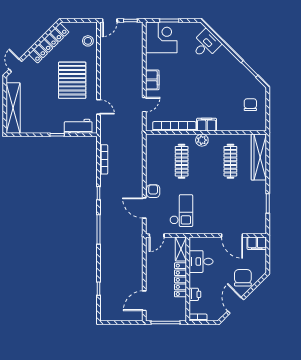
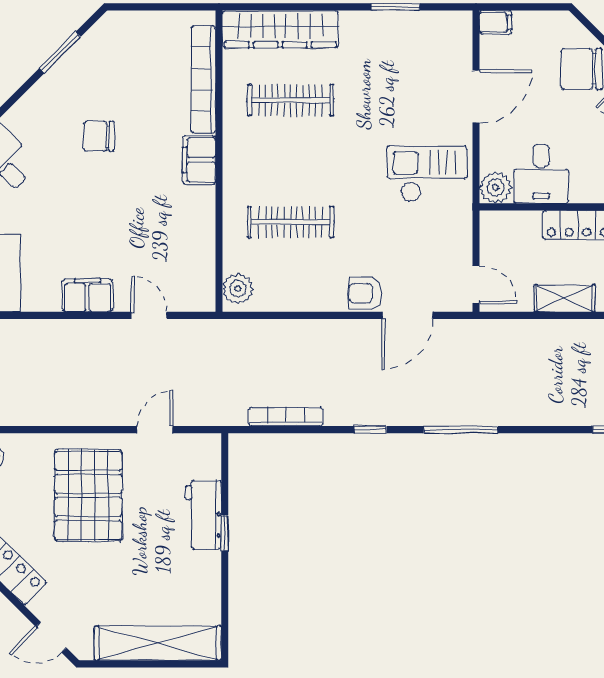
pallet: (72, 80) -> (88, 495), turned 90
chair: (250, 105) -> (99, 136), moved
workbench: (78, 126) -> (203, 515), moved
bookcase: (174, 126) -> (203, 80), moved
plant: (202, 140) -> (238, 289), moved
checkout: (181, 211) -> (427, 174), moved
plant: (195, 243) -> (496, 188), added
filing cabinet: (257, 243) -> (495, 22), width x0.50
shelving: (181, 249) -> (565, 298), moved

